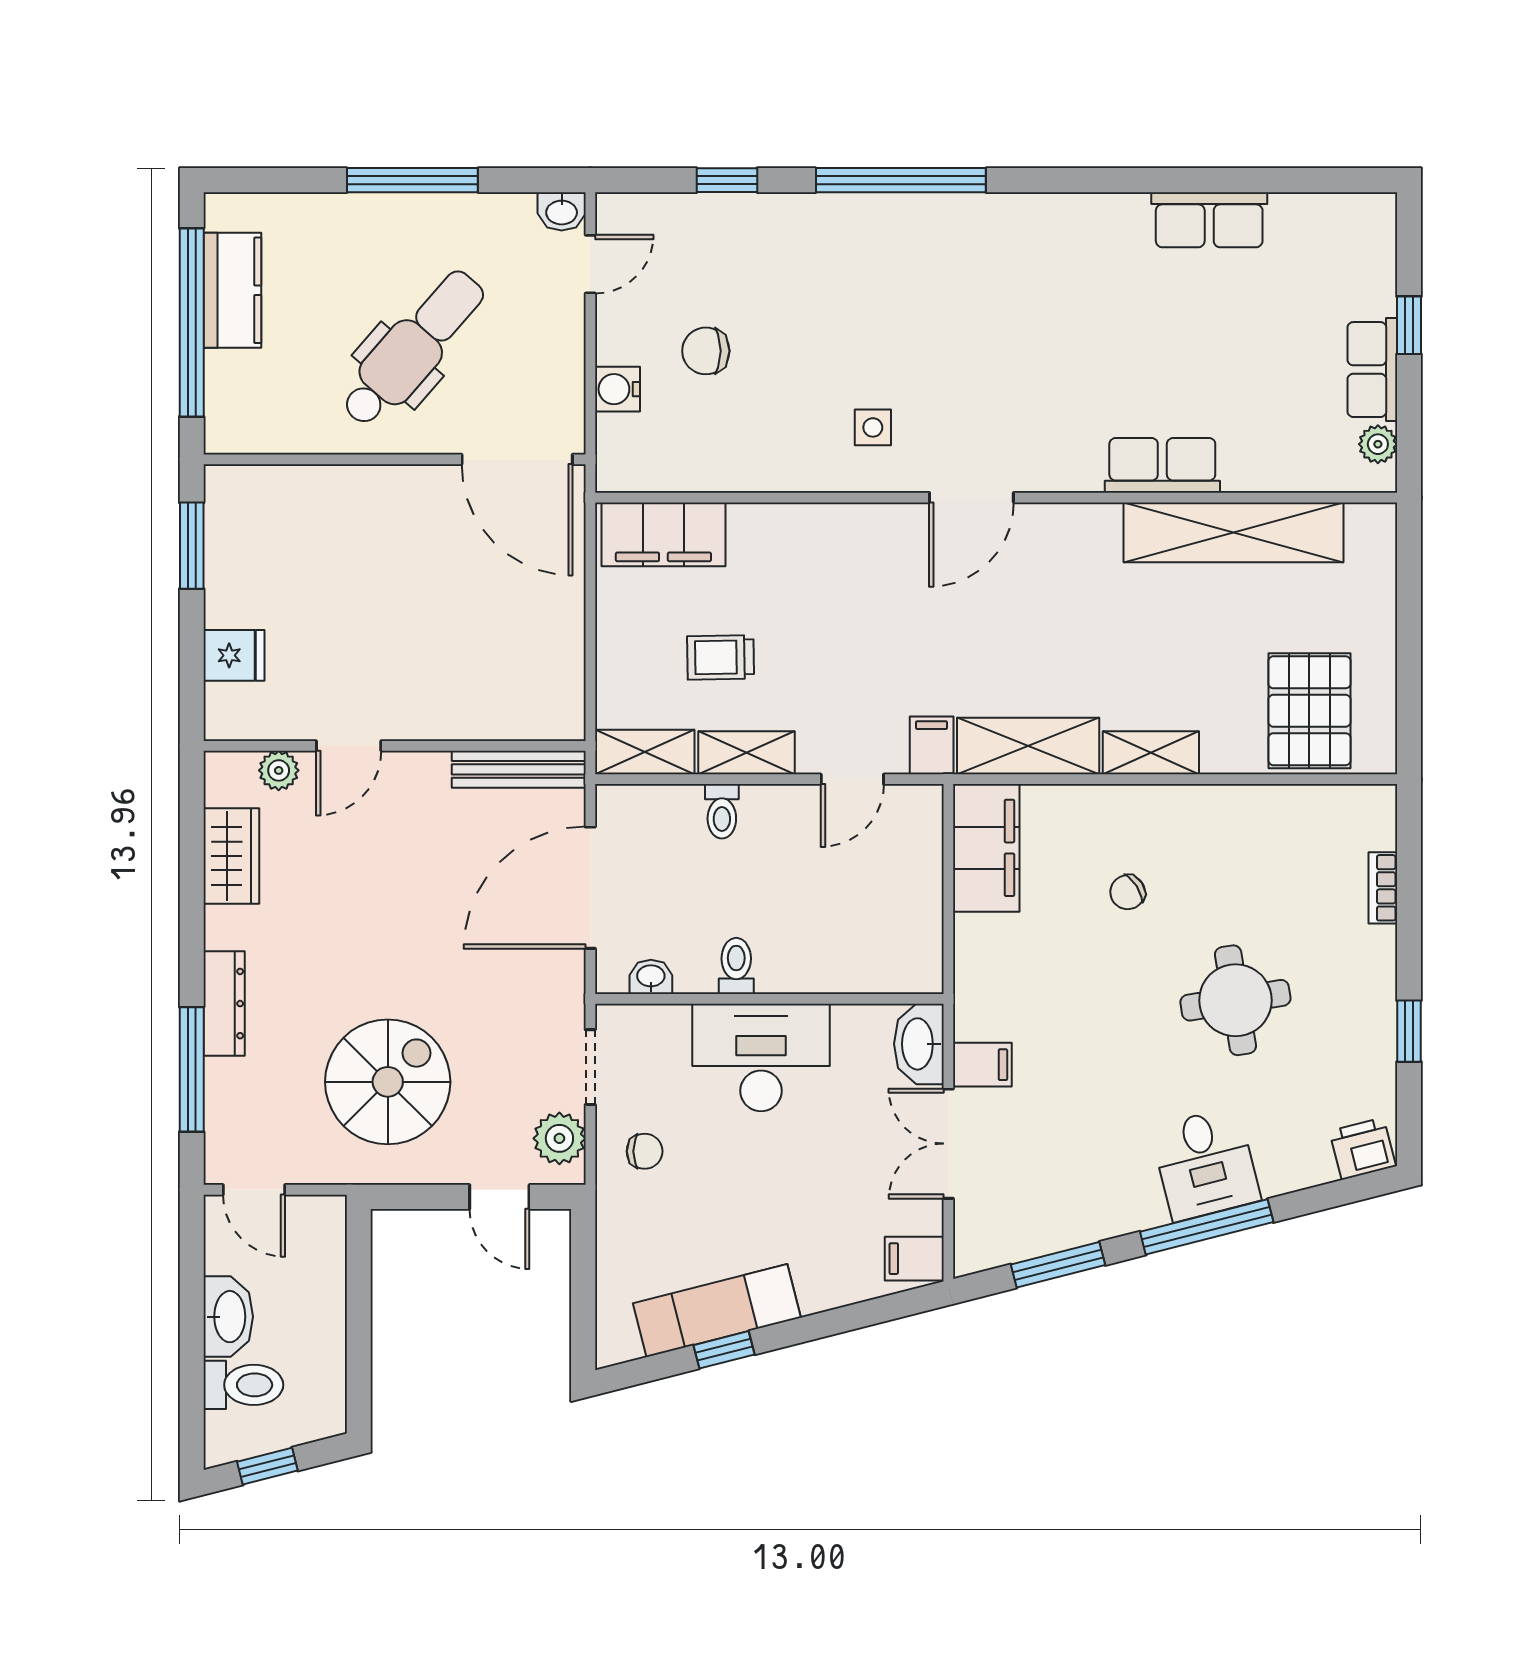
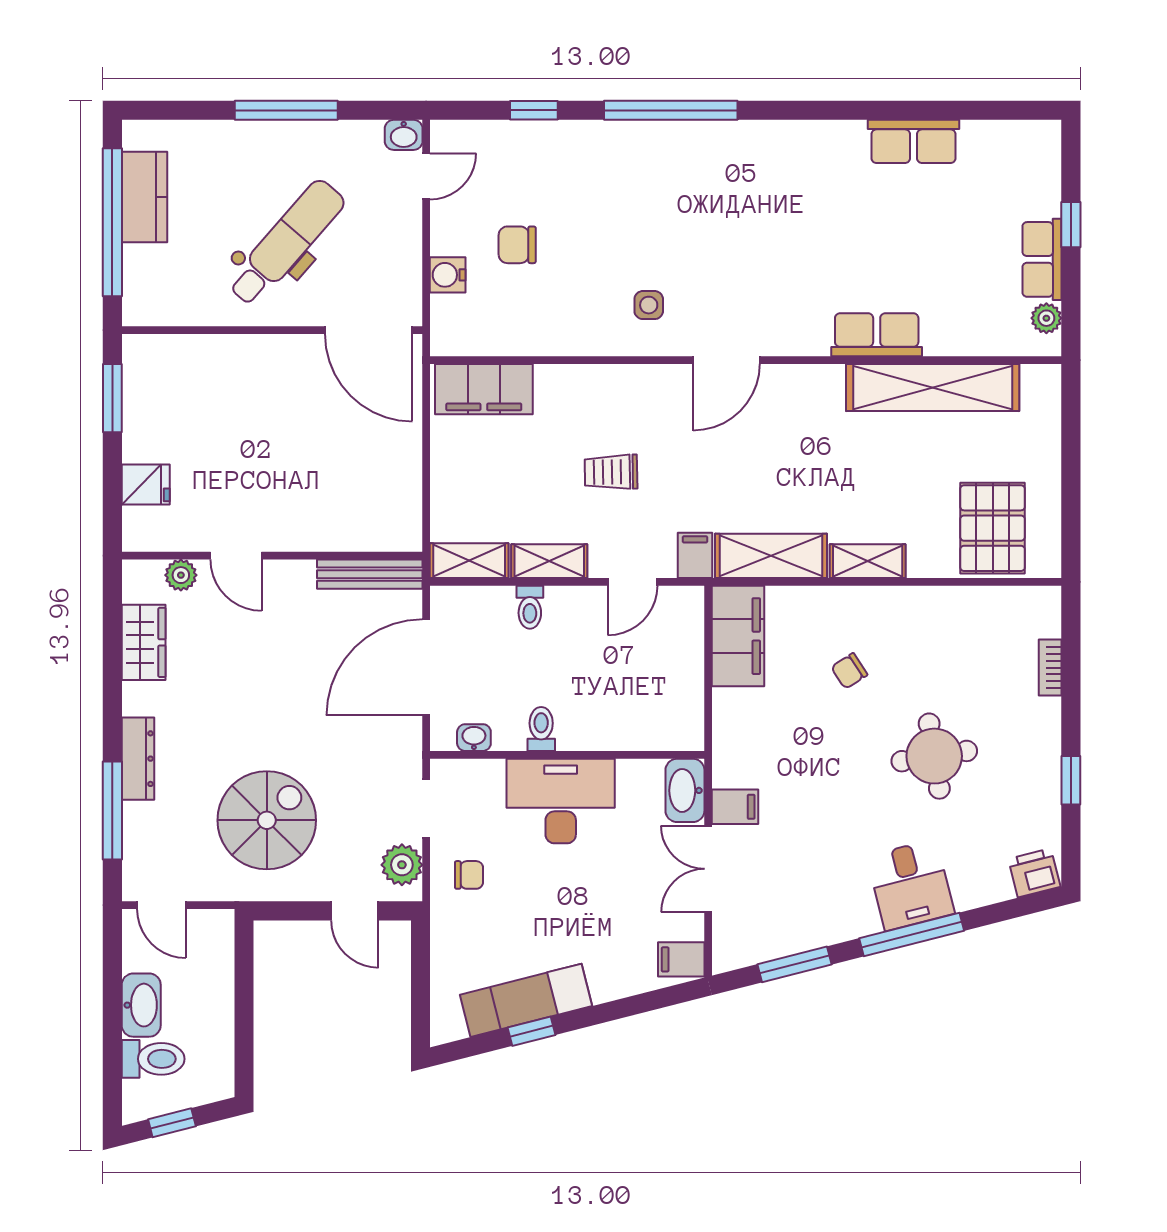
trolley: (721, 657) -> (611, 472), moved
door: (349, 746) -> (236, 556), hinge flipped

